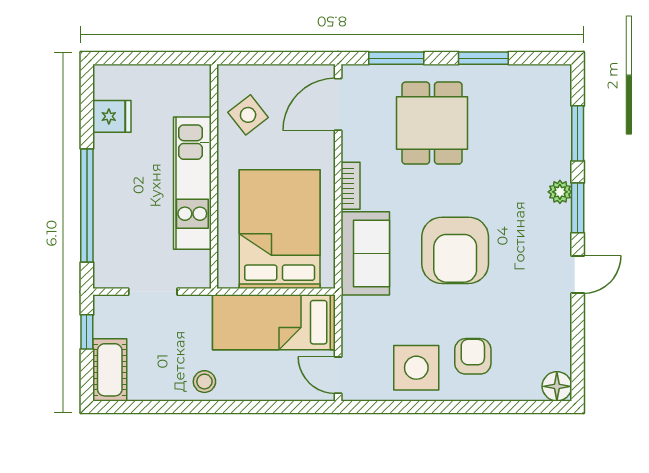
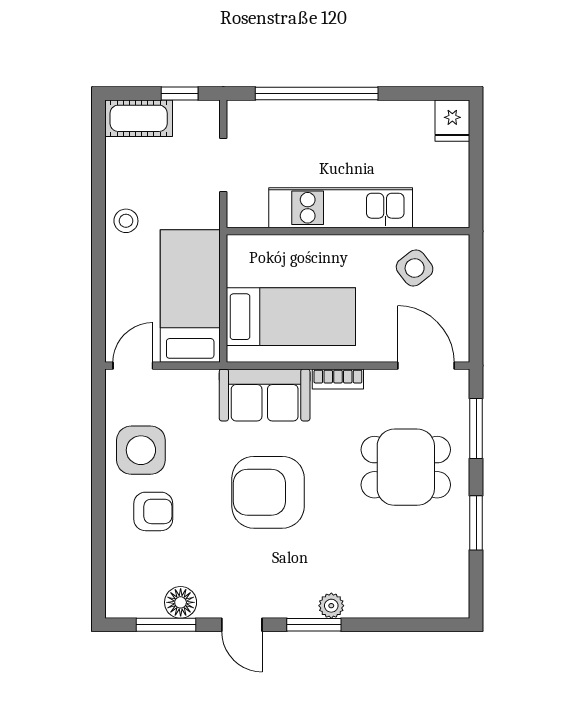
fridge: (112, 116) -> (452, 121), moved
window: (578, 133) -> (166, 625), moved
bed: (280, 229) -> (291, 317), width x0.67
floor lamp: (557, 386) -> (181, 602), moved

